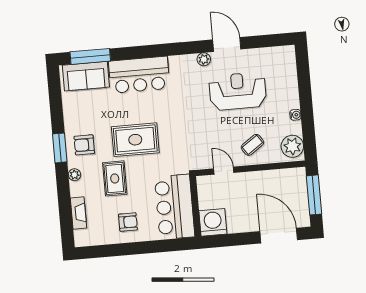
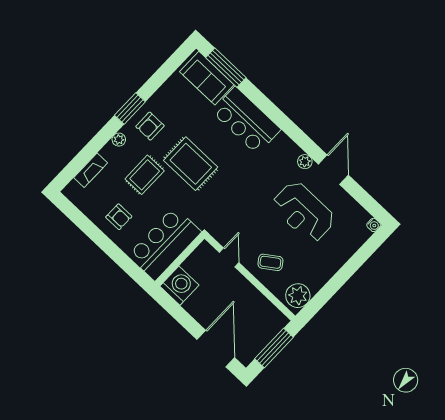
reception desk: (238, 91) -> (303, 212), turned 180
water cooler: (295, 115) -> (374, 225), moved
armchair: (84, 145) -> (150, 126), turned -90

